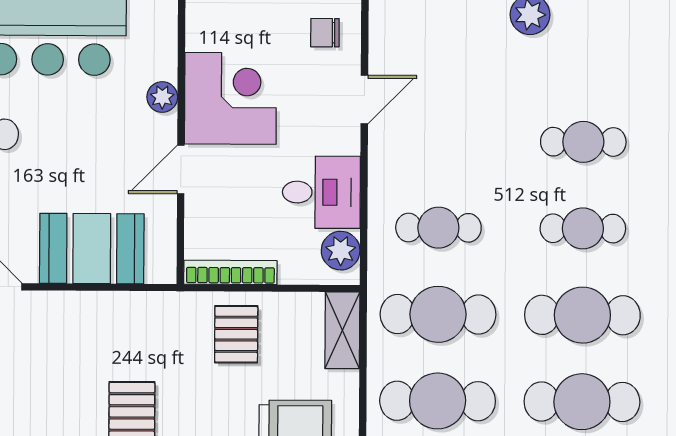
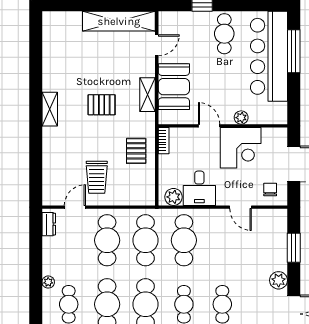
cafe table: (438, 228) -> (184, 240), width x1.37, depth x1.35
bookcase: (230, 272) -> (164, 141), width x0.64
shelving: (342, 330) -> (147, 95), moved, turned 90
pallet: (236, 334) -> (136, 151), turned 90

